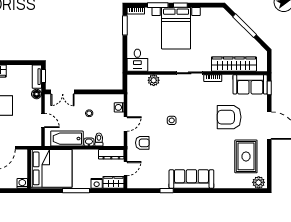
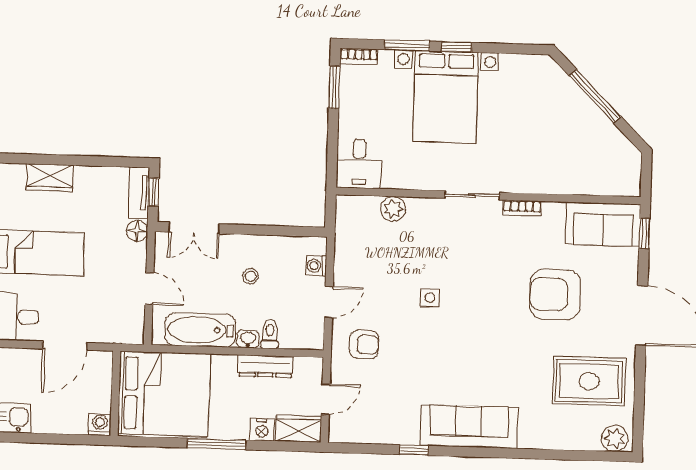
wardrobe: (234, 64) -> (569, 179), removed
dresser: (111, 154) -> (266, 366), moved
rug: (246, 156) -> (589, 381), turned 90

